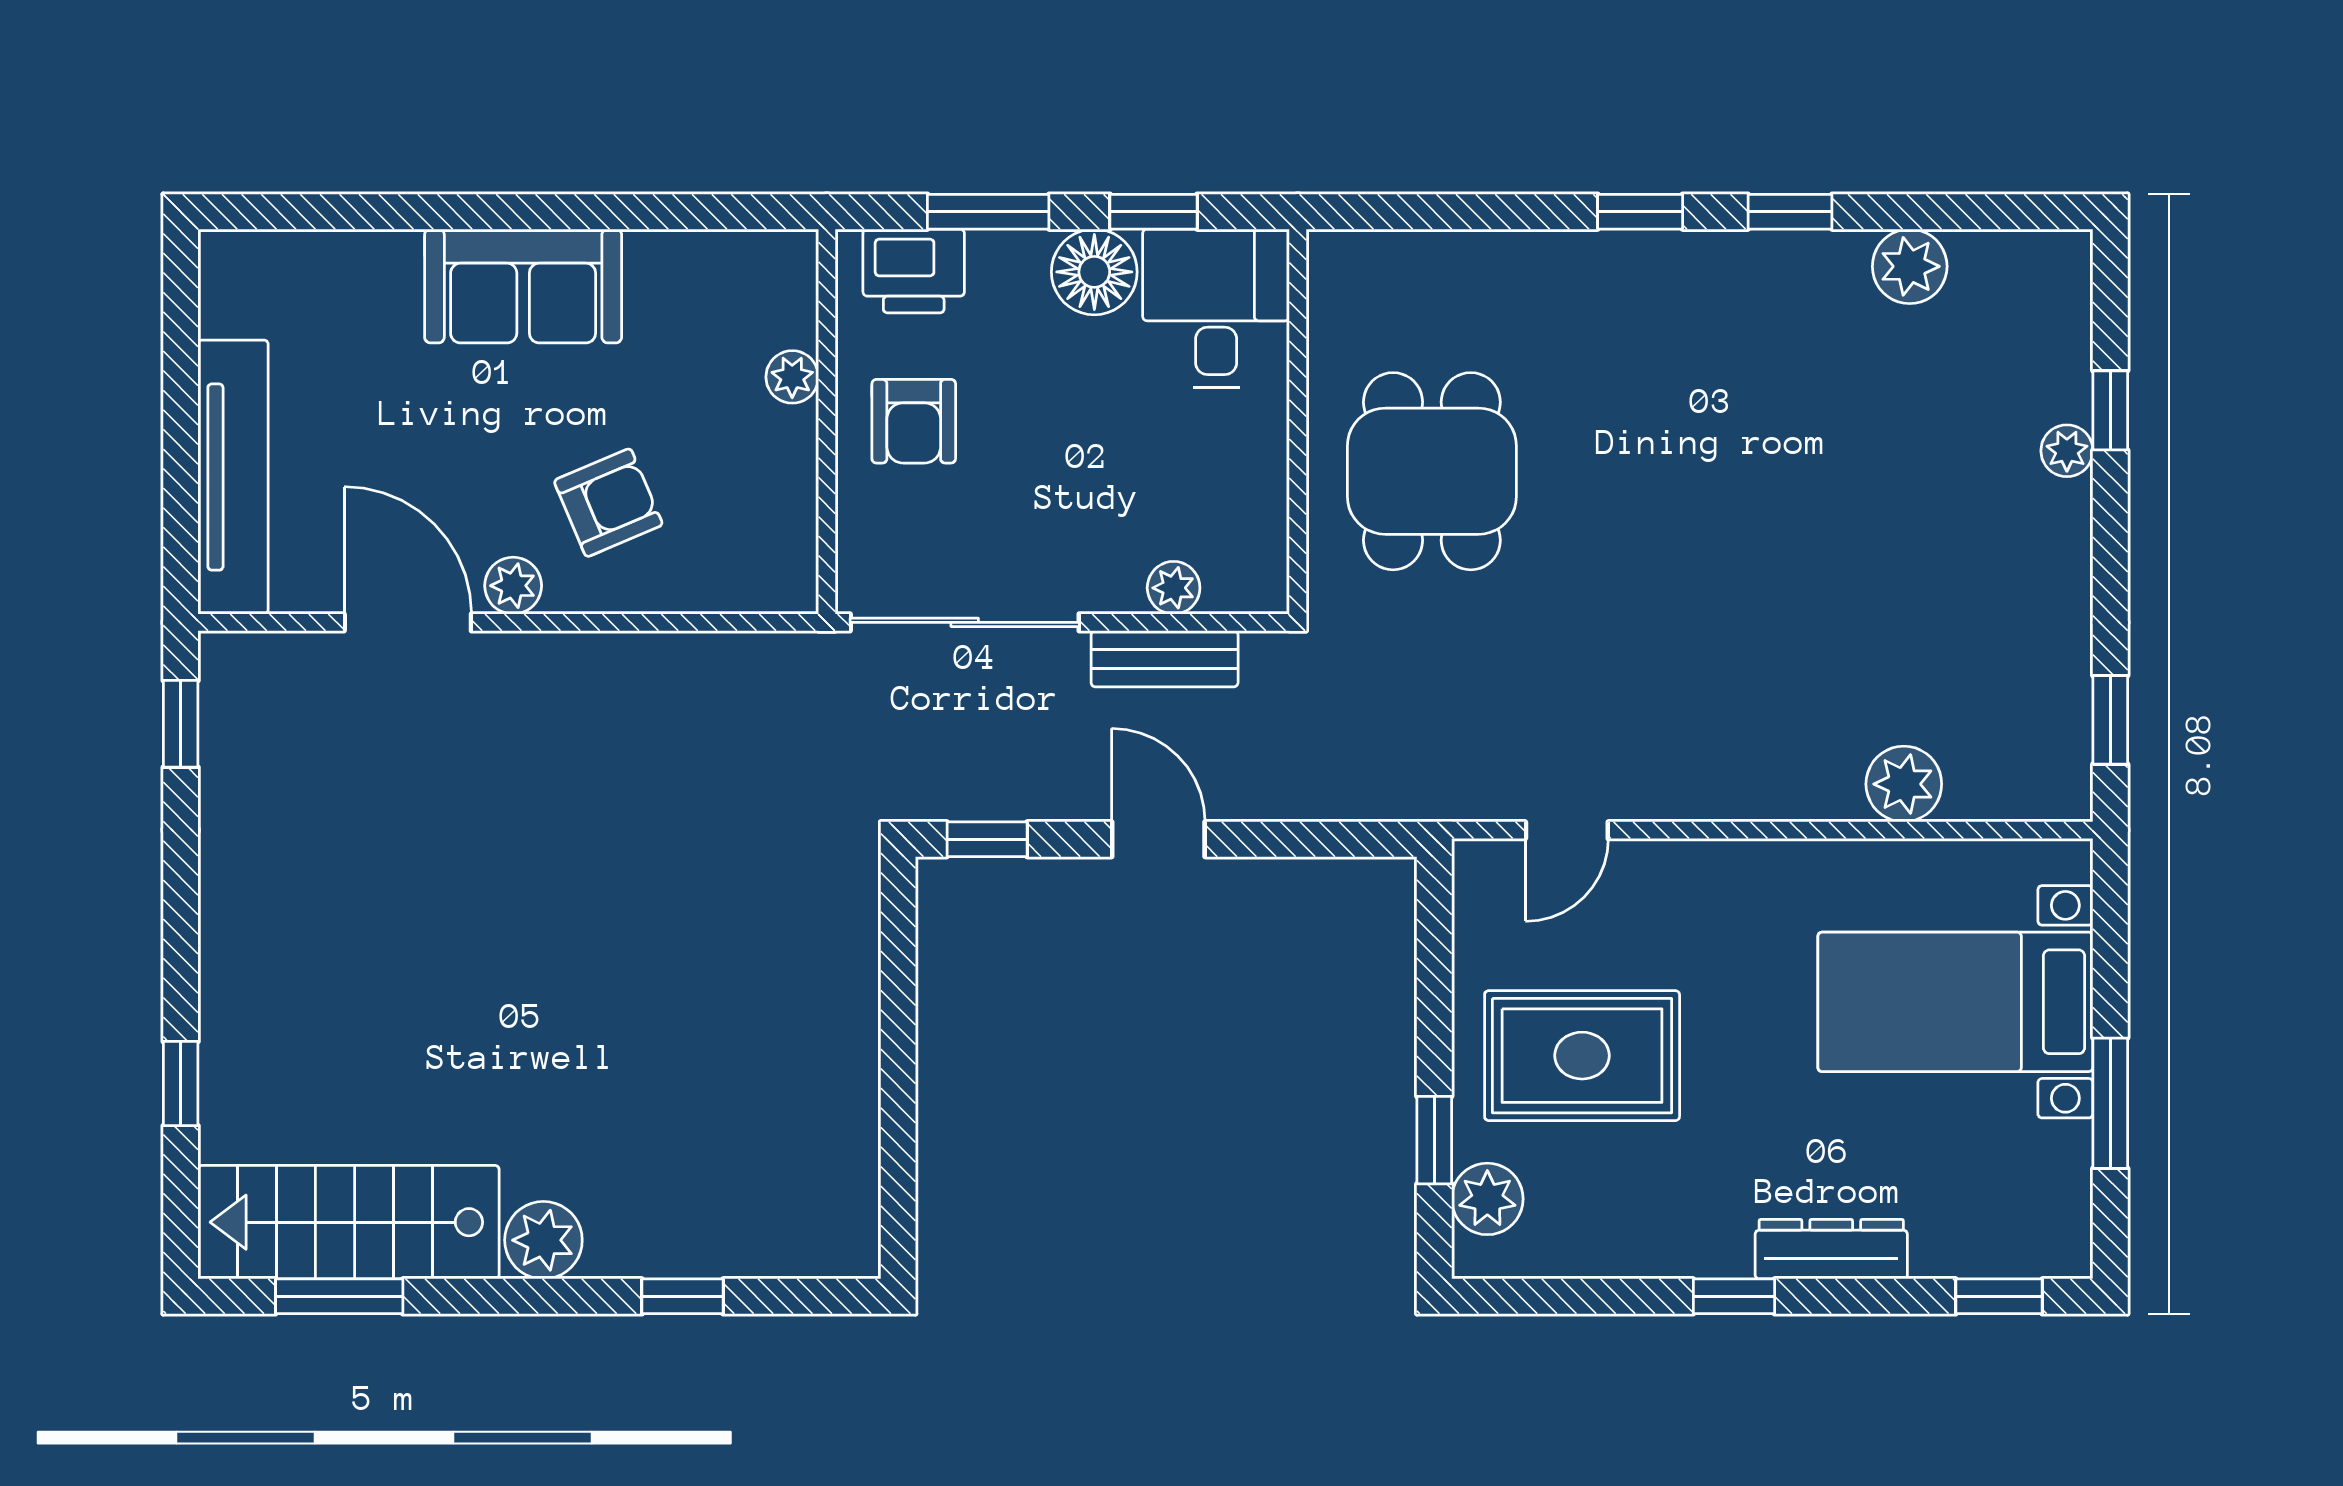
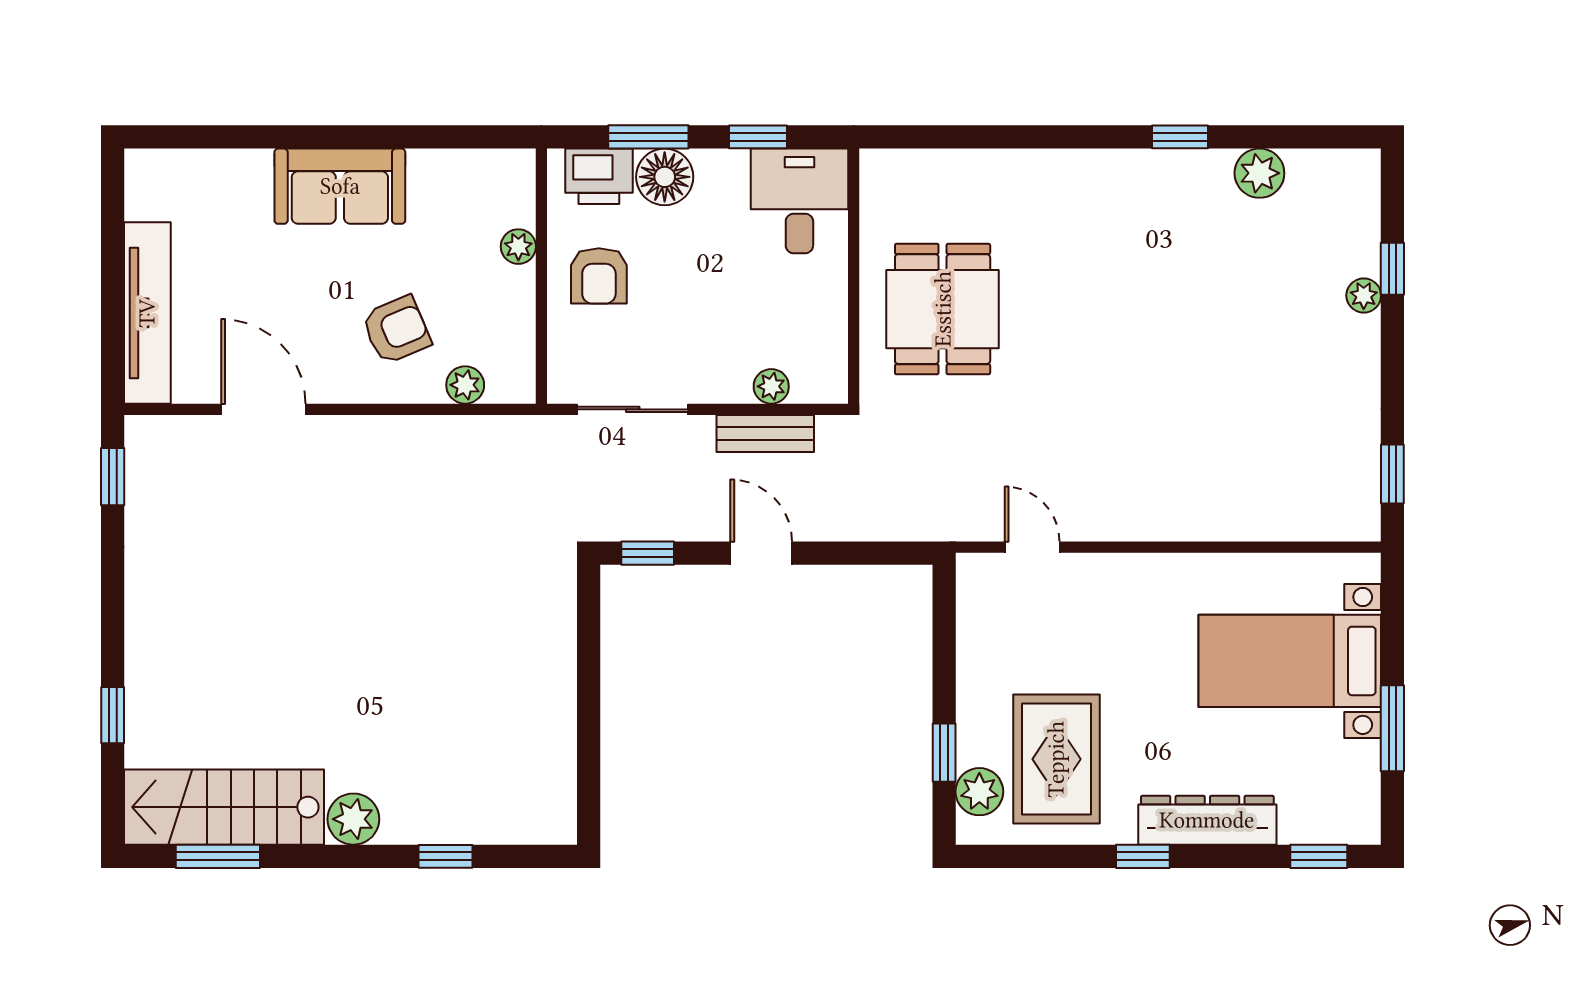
window: (1640, 212) -> (1081, 137), removed
floor lamp: (1094, 272) -> (665, 177), moved
plant: (513, 586) -> (465, 385), moved
sliding door: (965, 622) -> (633, 409), width x0.73
plant: (1904, 784) -> (1256, 517), removed
door: (1567, 830) -> (1032, 547), swing flipped
rug: (1582, 1056) -> (1056, 759), moved, turned 90
dresser: (1831, 1249) -> (1207, 820), width x1.37, depth x1.24

